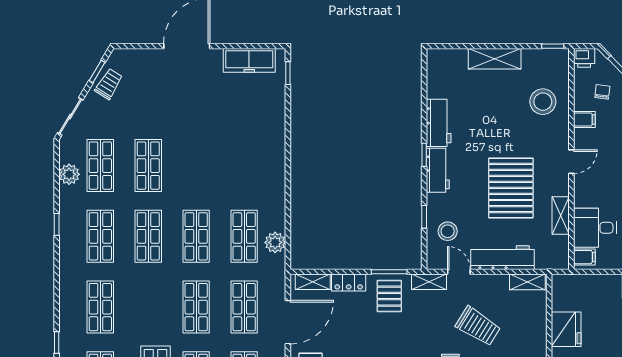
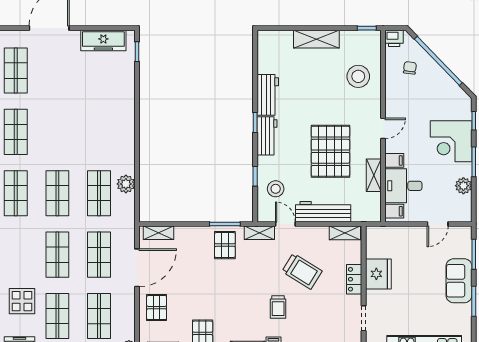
shop shelf: (148, 95) -> (16, 70), added
filing cabinet: (584, 119) -> (394, 160), moved
plant: (275, 242) -> (126, 184), moved
locker: (349, 283) -> (354, 279), moved, turned 90

